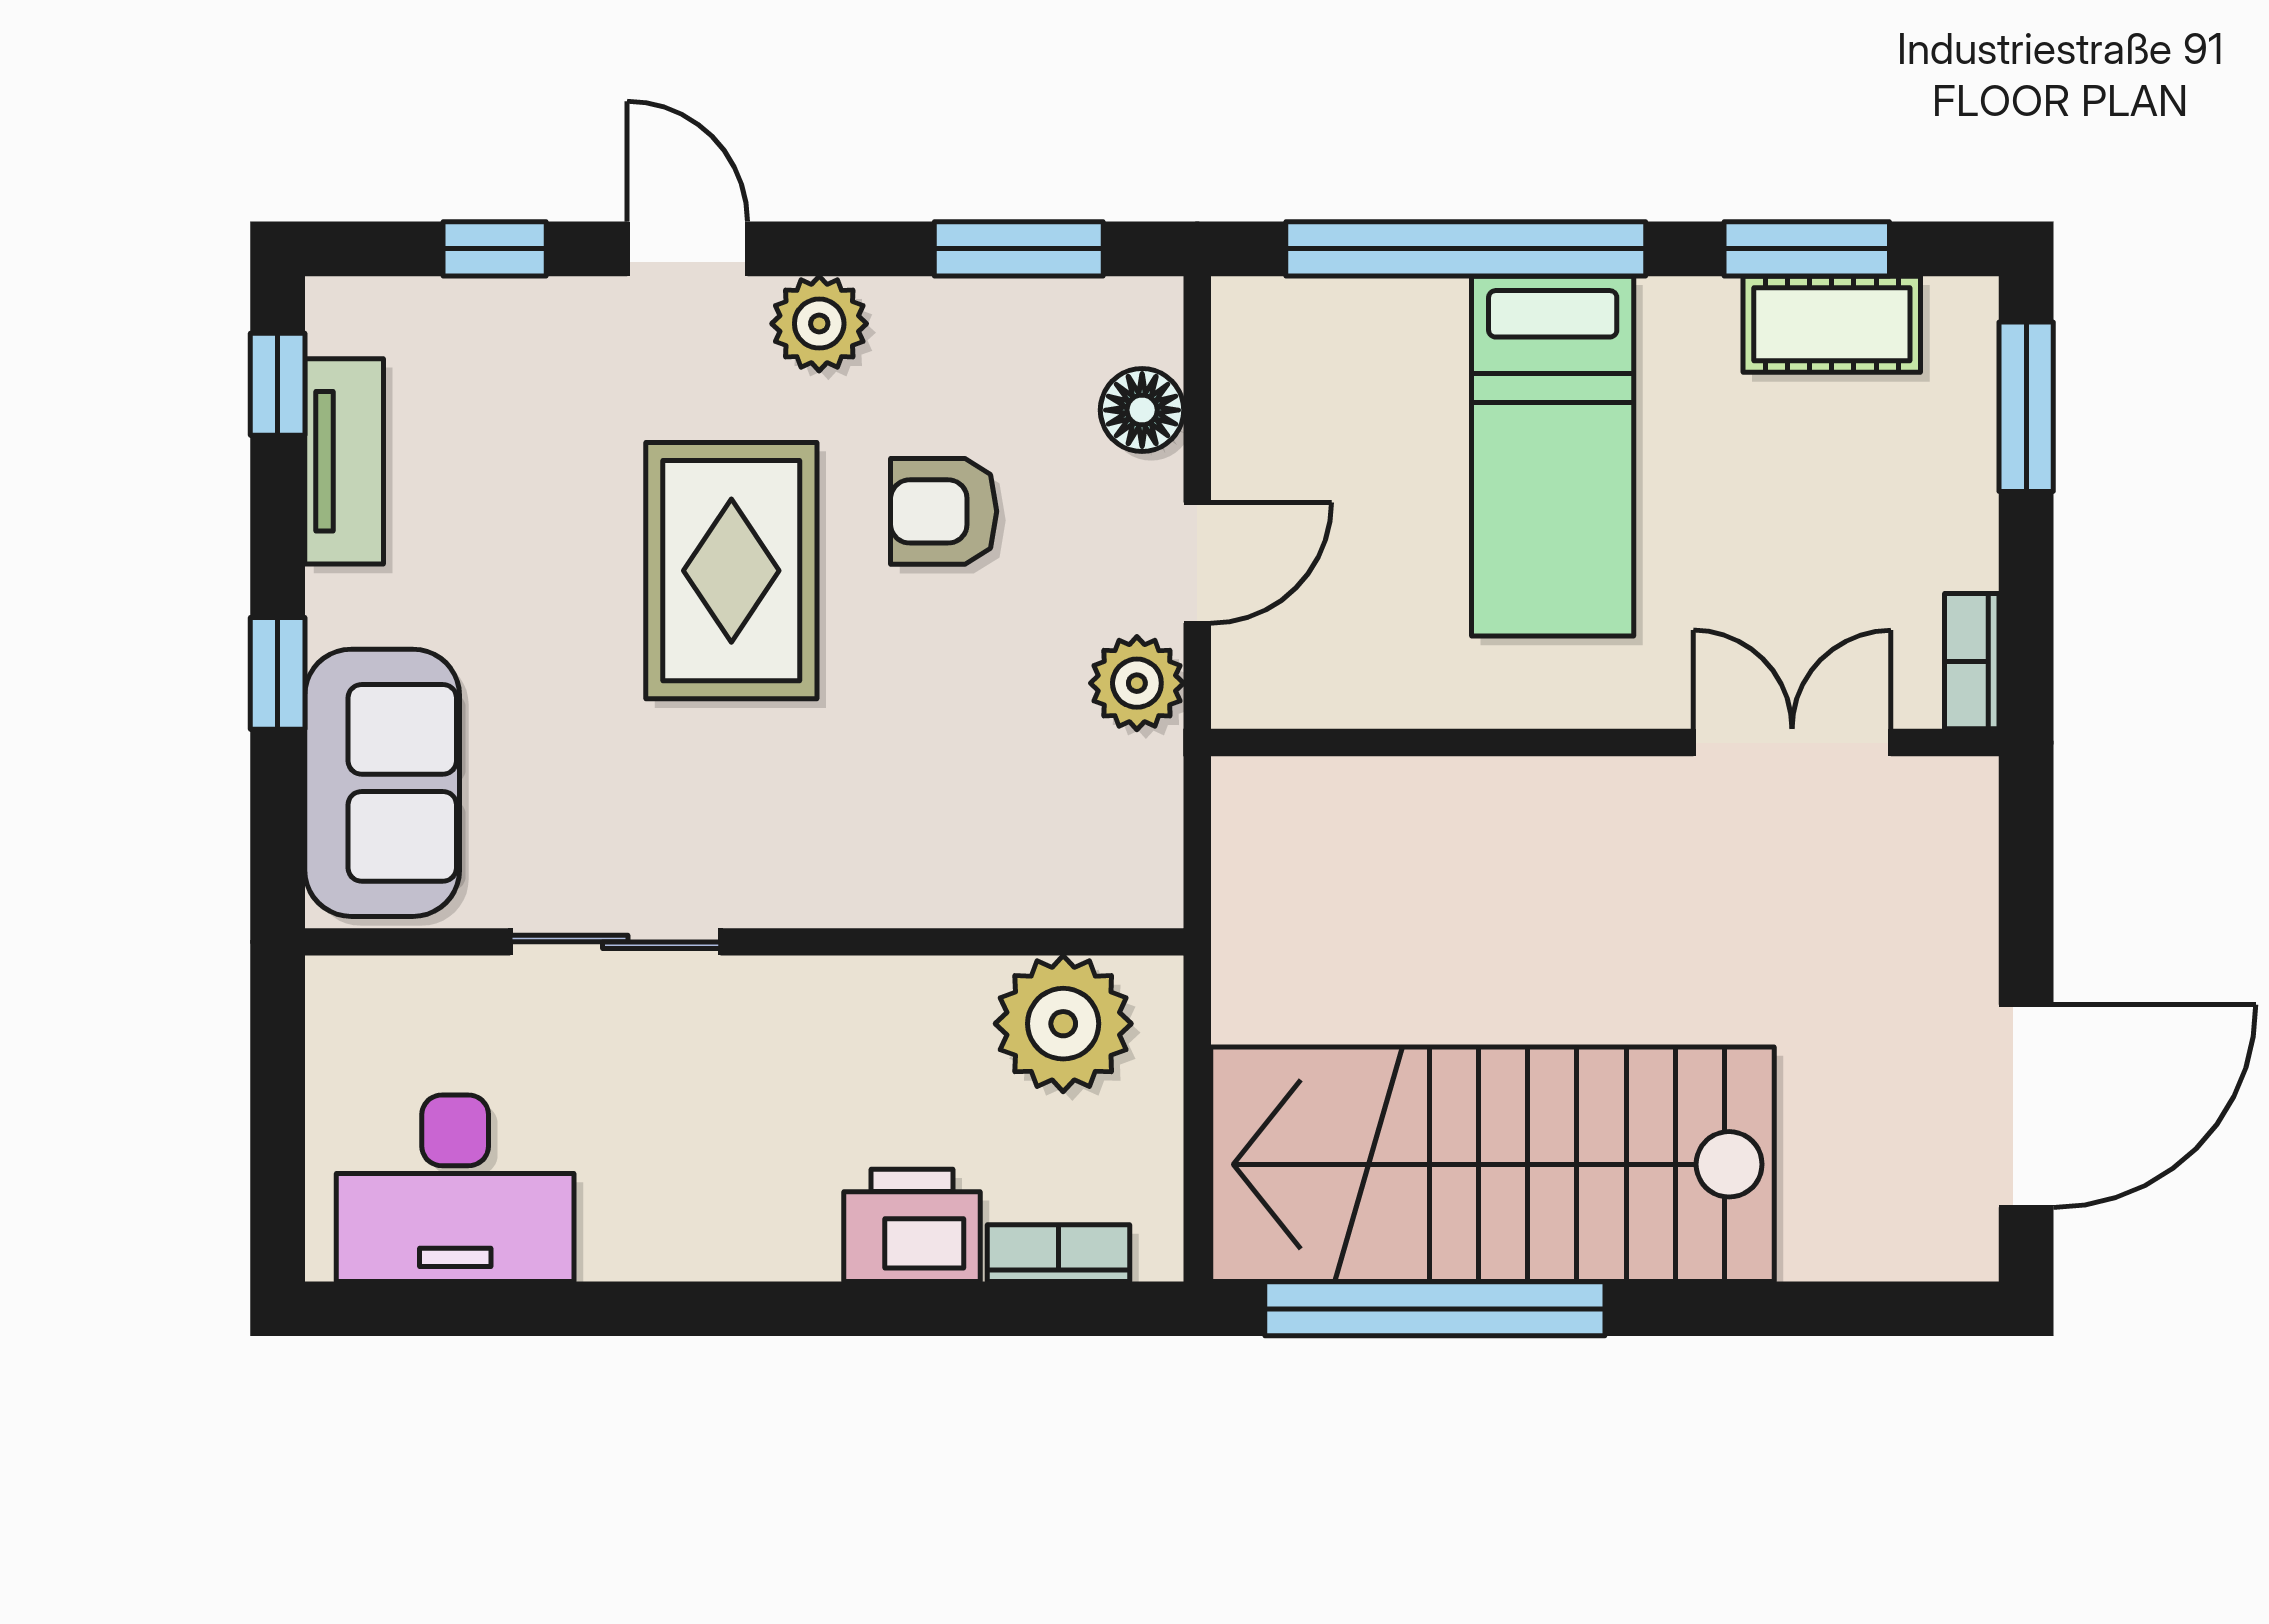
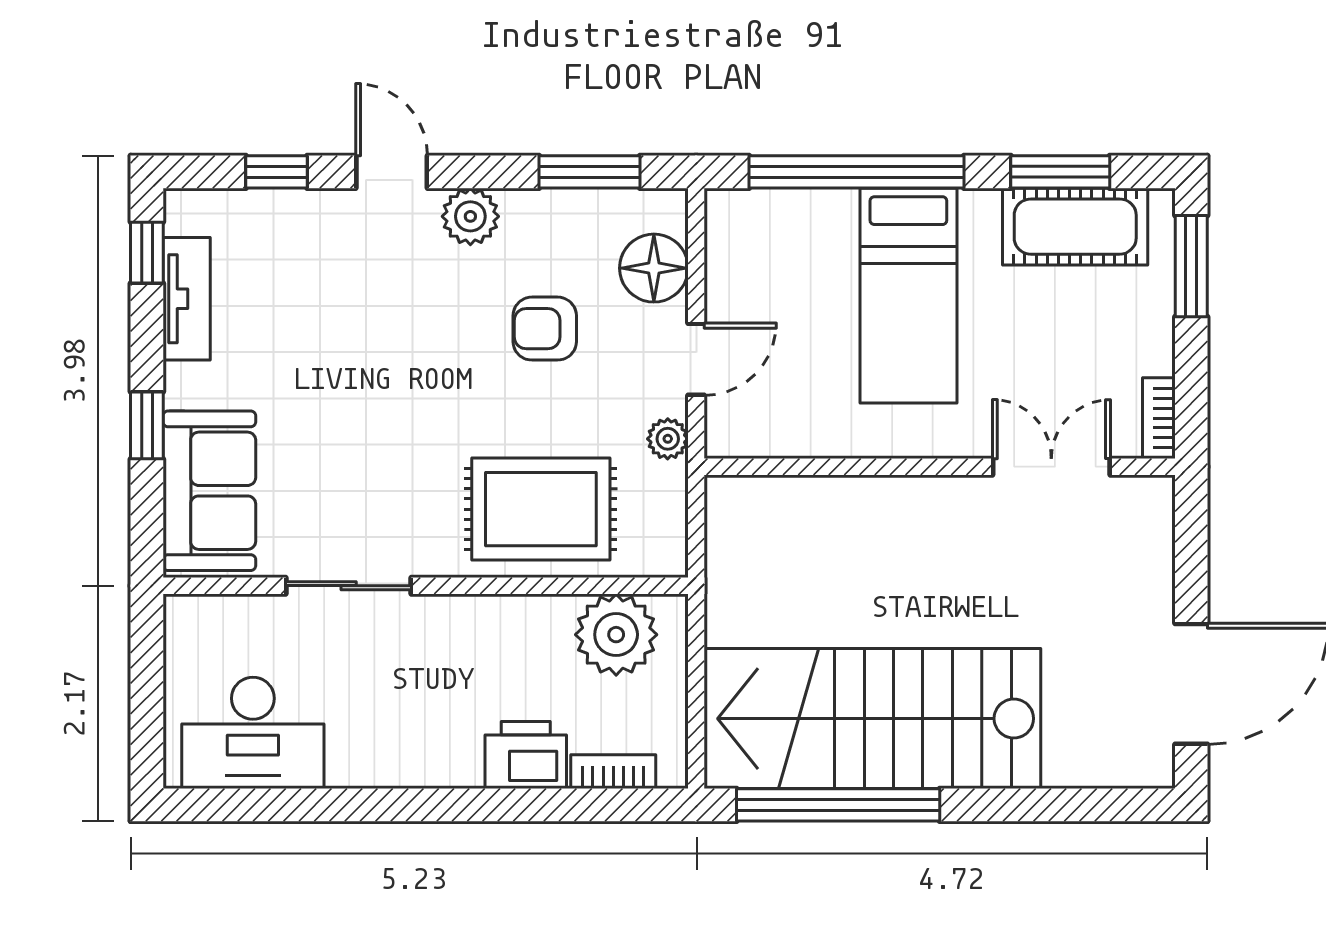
cot: (1832, 324) -> (1075, 227), width x1.37, depth x1.34
floor lamp: (1142, 410) -> (654, 268), width x1.38, depth x1.38
rug: (731, 571) -> (541, 509), moved, turned 90
plant: (1137, 683) -> (668, 439), width x0.73, depth x0.73

